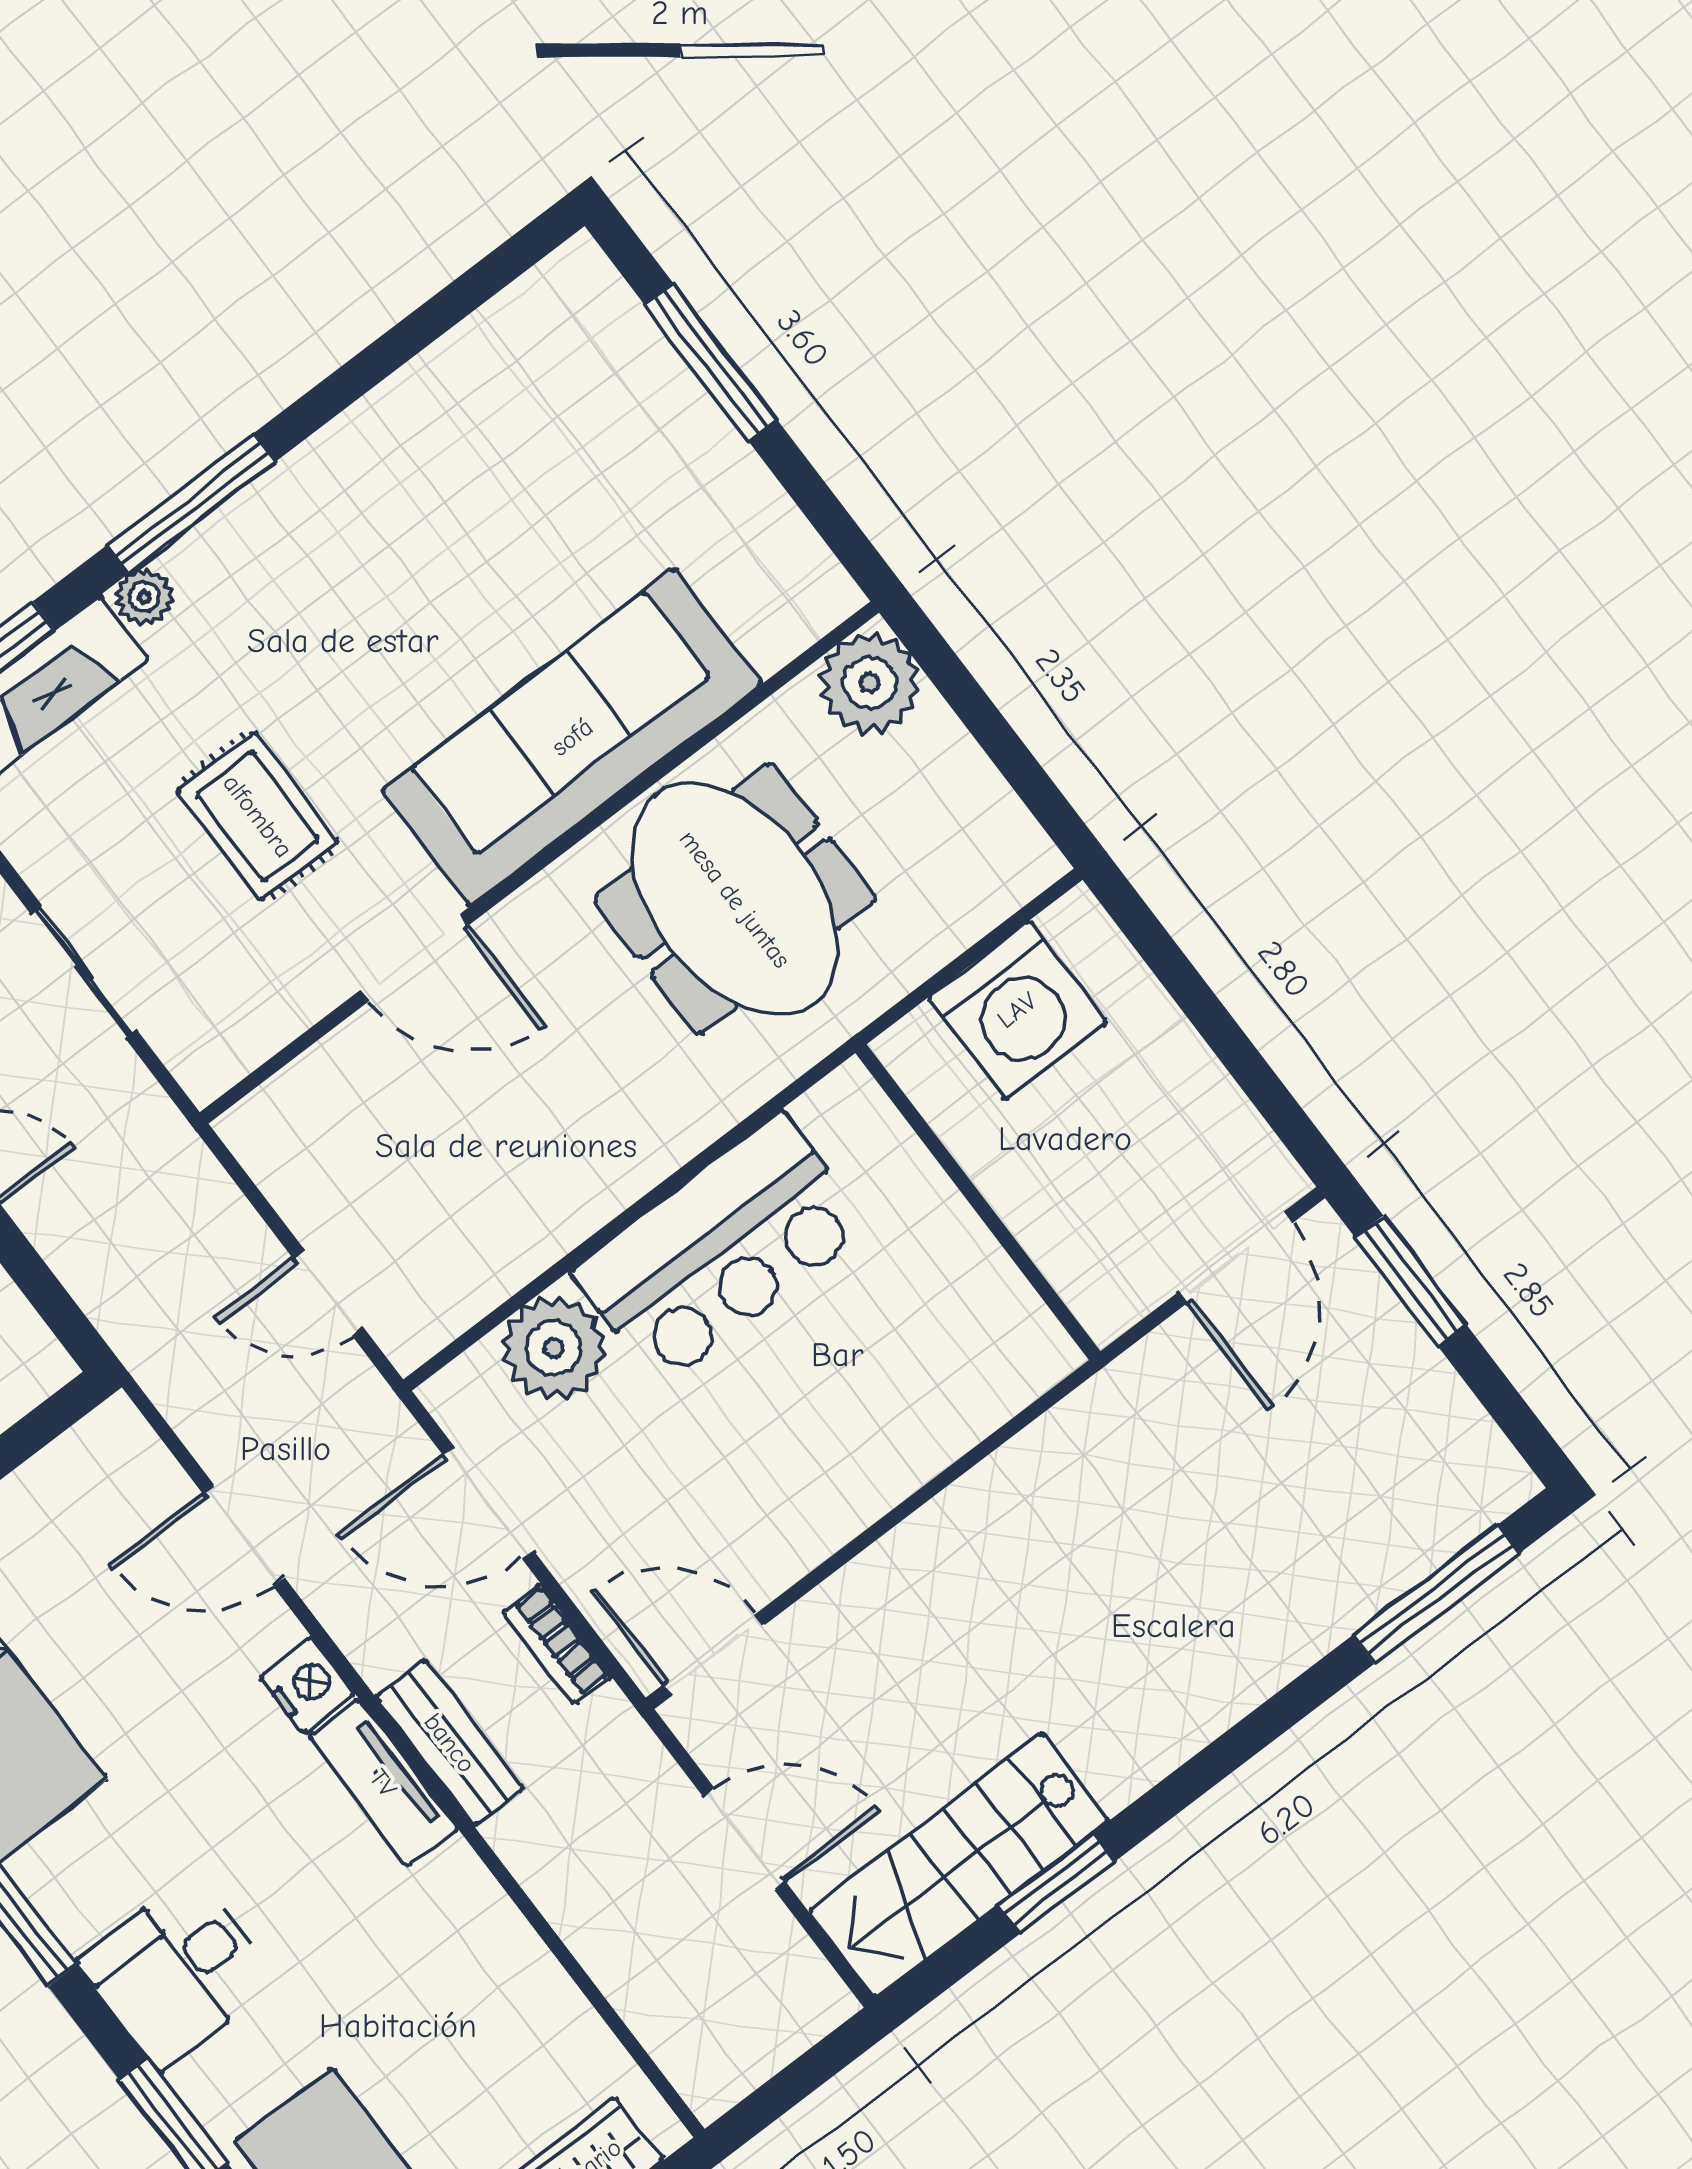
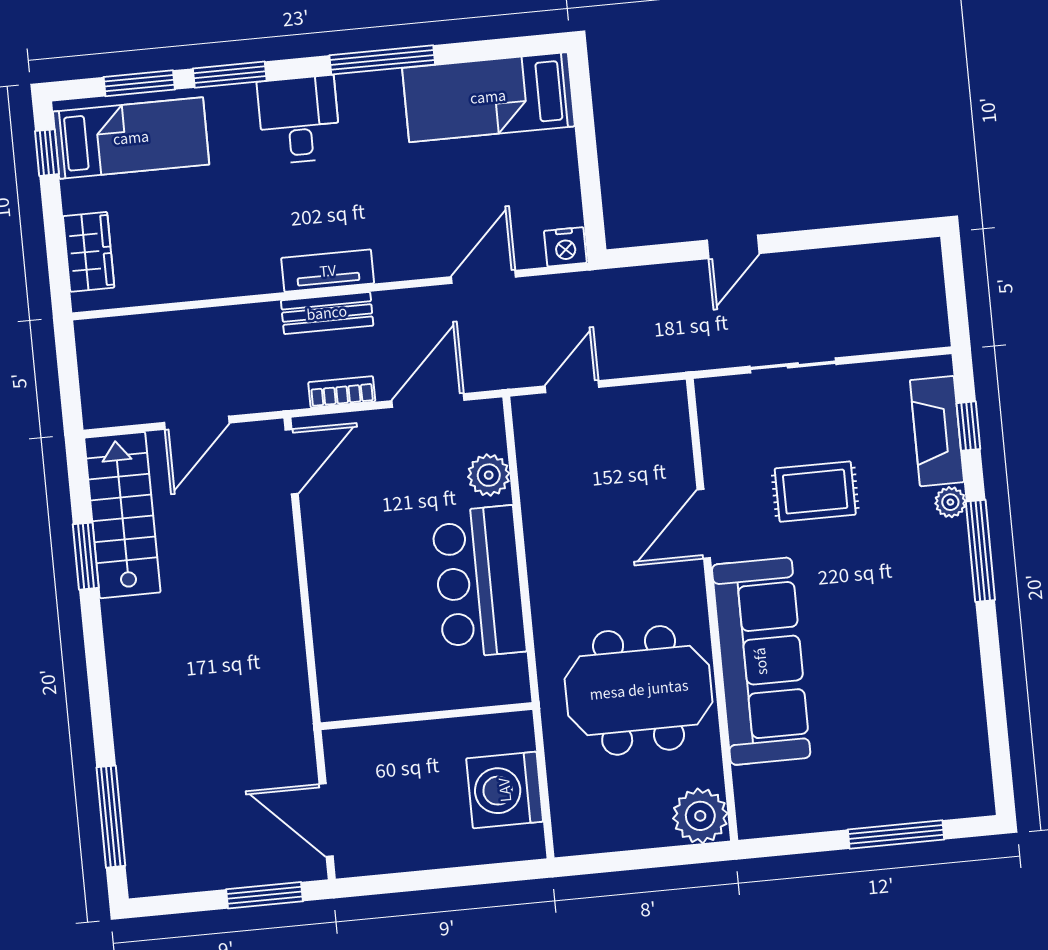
plant: (554, 1348) -> (489, 475), width x0.73, depth x0.73
nightstand: (307, 1685) -> (565, 247), moved

